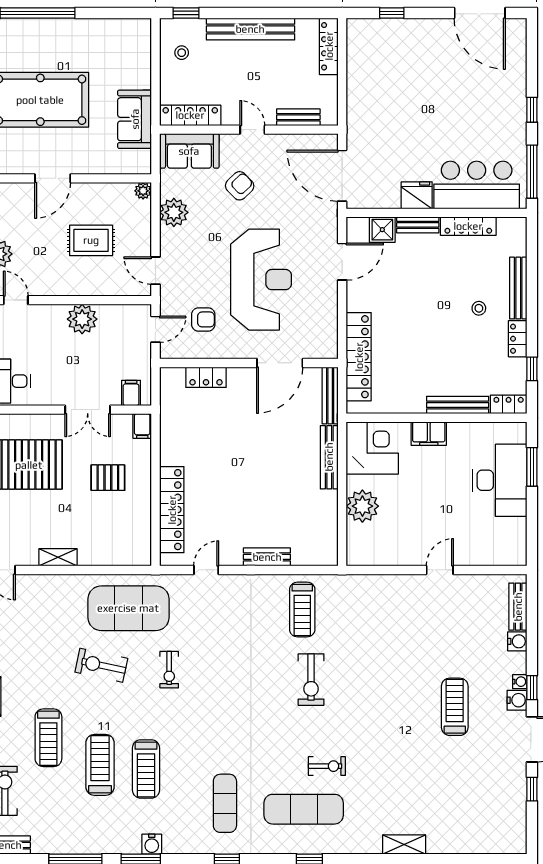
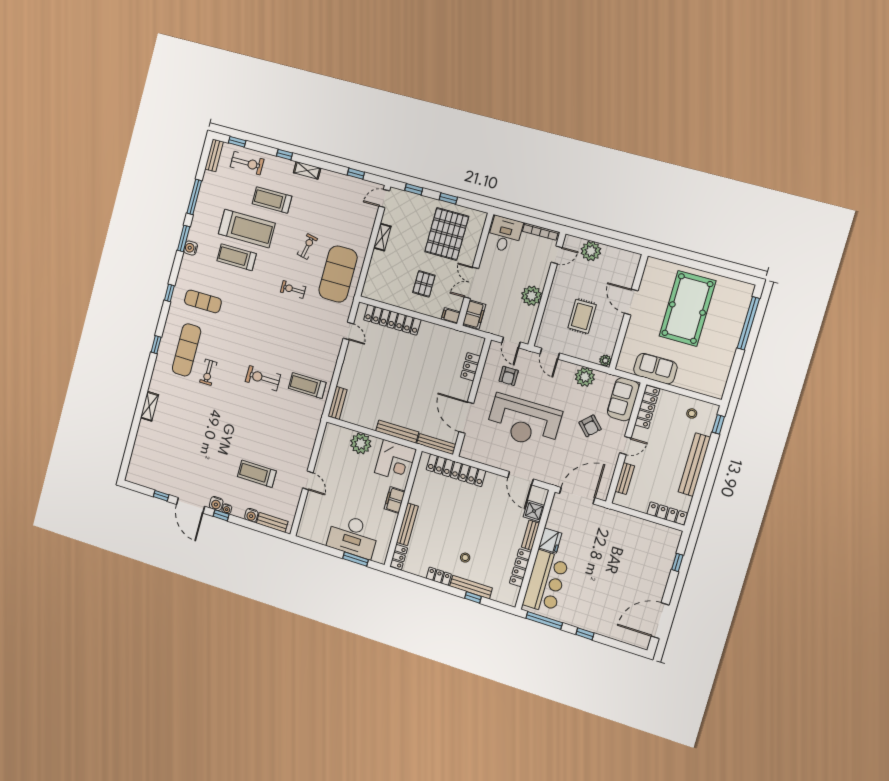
door: (155, 271) -> (550, 354), swing flipped
window: (532, 369) -> (473, 597), moved
filing cabinet: (131, 393) -> (474, 315), width x2.00
bench: (267, 557) -> (338, 403), moved
exercise bike: (101, 665) -> (307, 246), width x0.73, depth x0.72
treadmill: (455, 707) -> (257, 474), moved, turned 180
treadmill: (100, 765) -> (247, 229), width x1.37, depth x1.38

